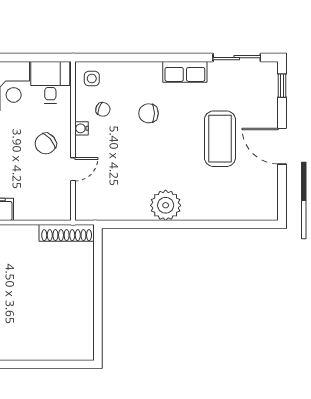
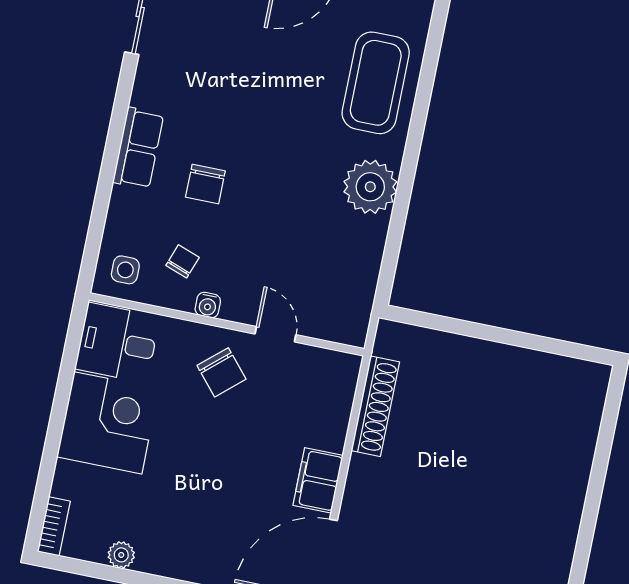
row of seats: (185, 72) -> (138, 148), moved
coffee table: (220, 139) -> (376, 83), moved, turned 90
shoe rack: (67, 233) -> (375, 406), moved

